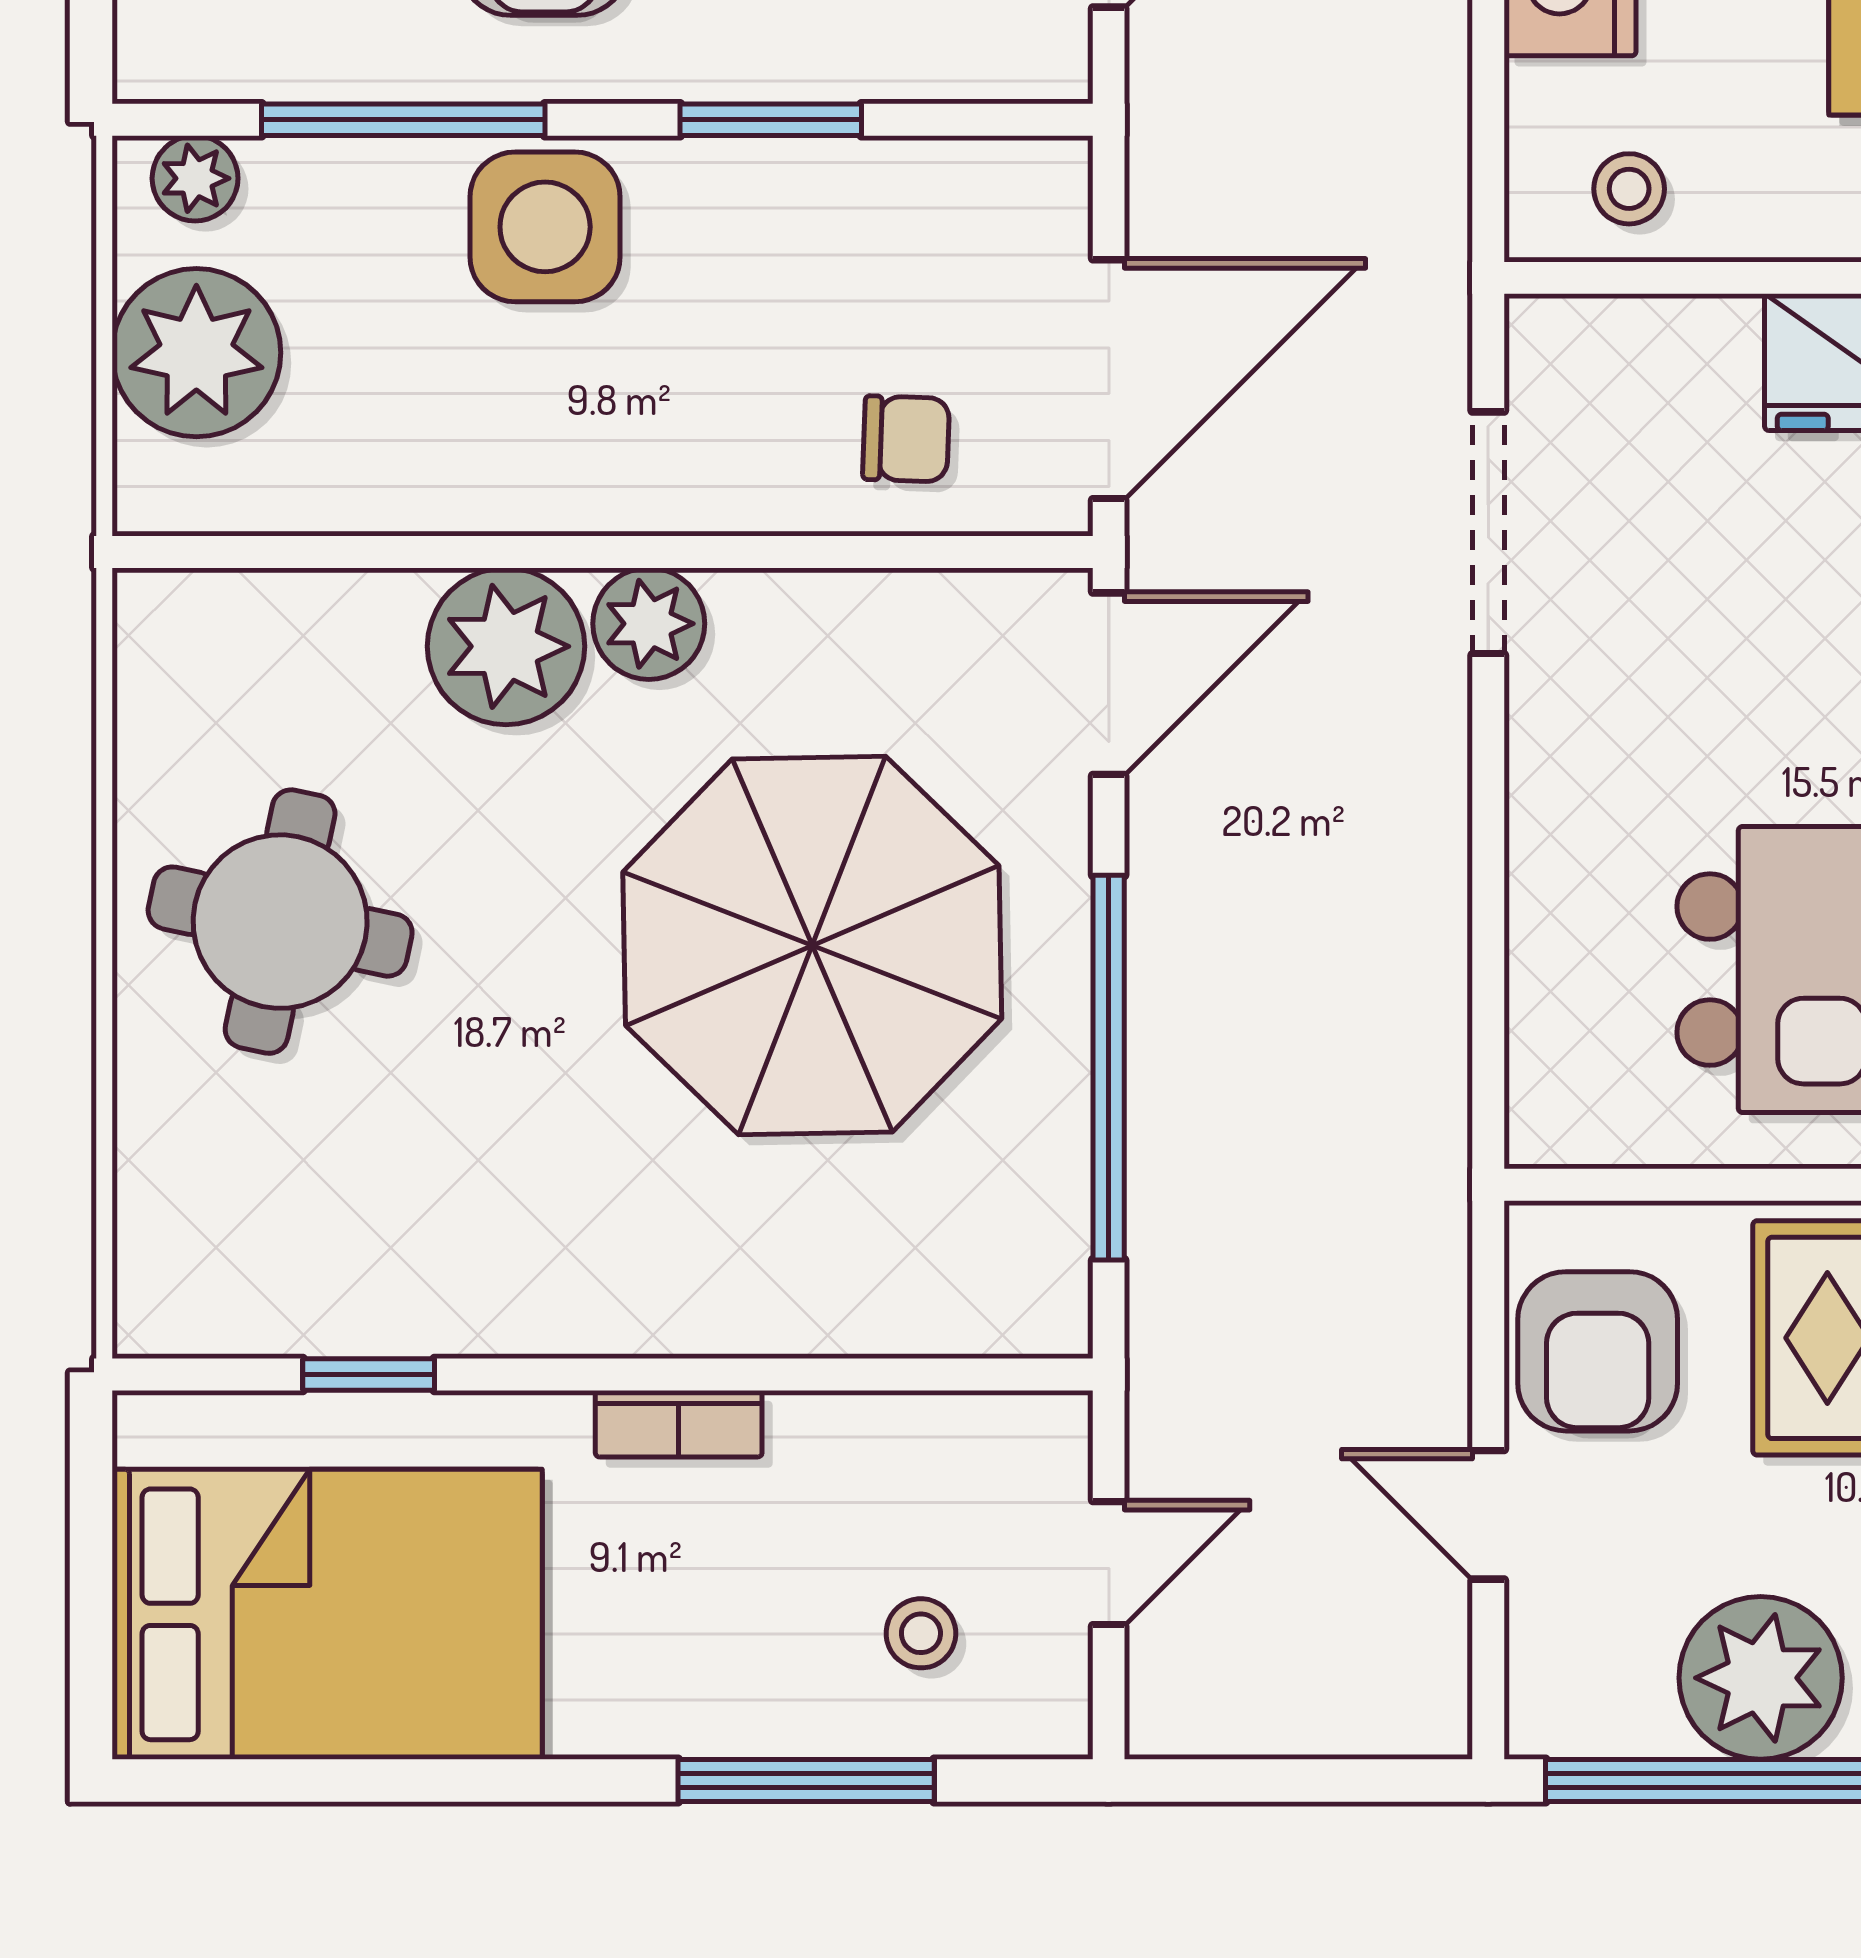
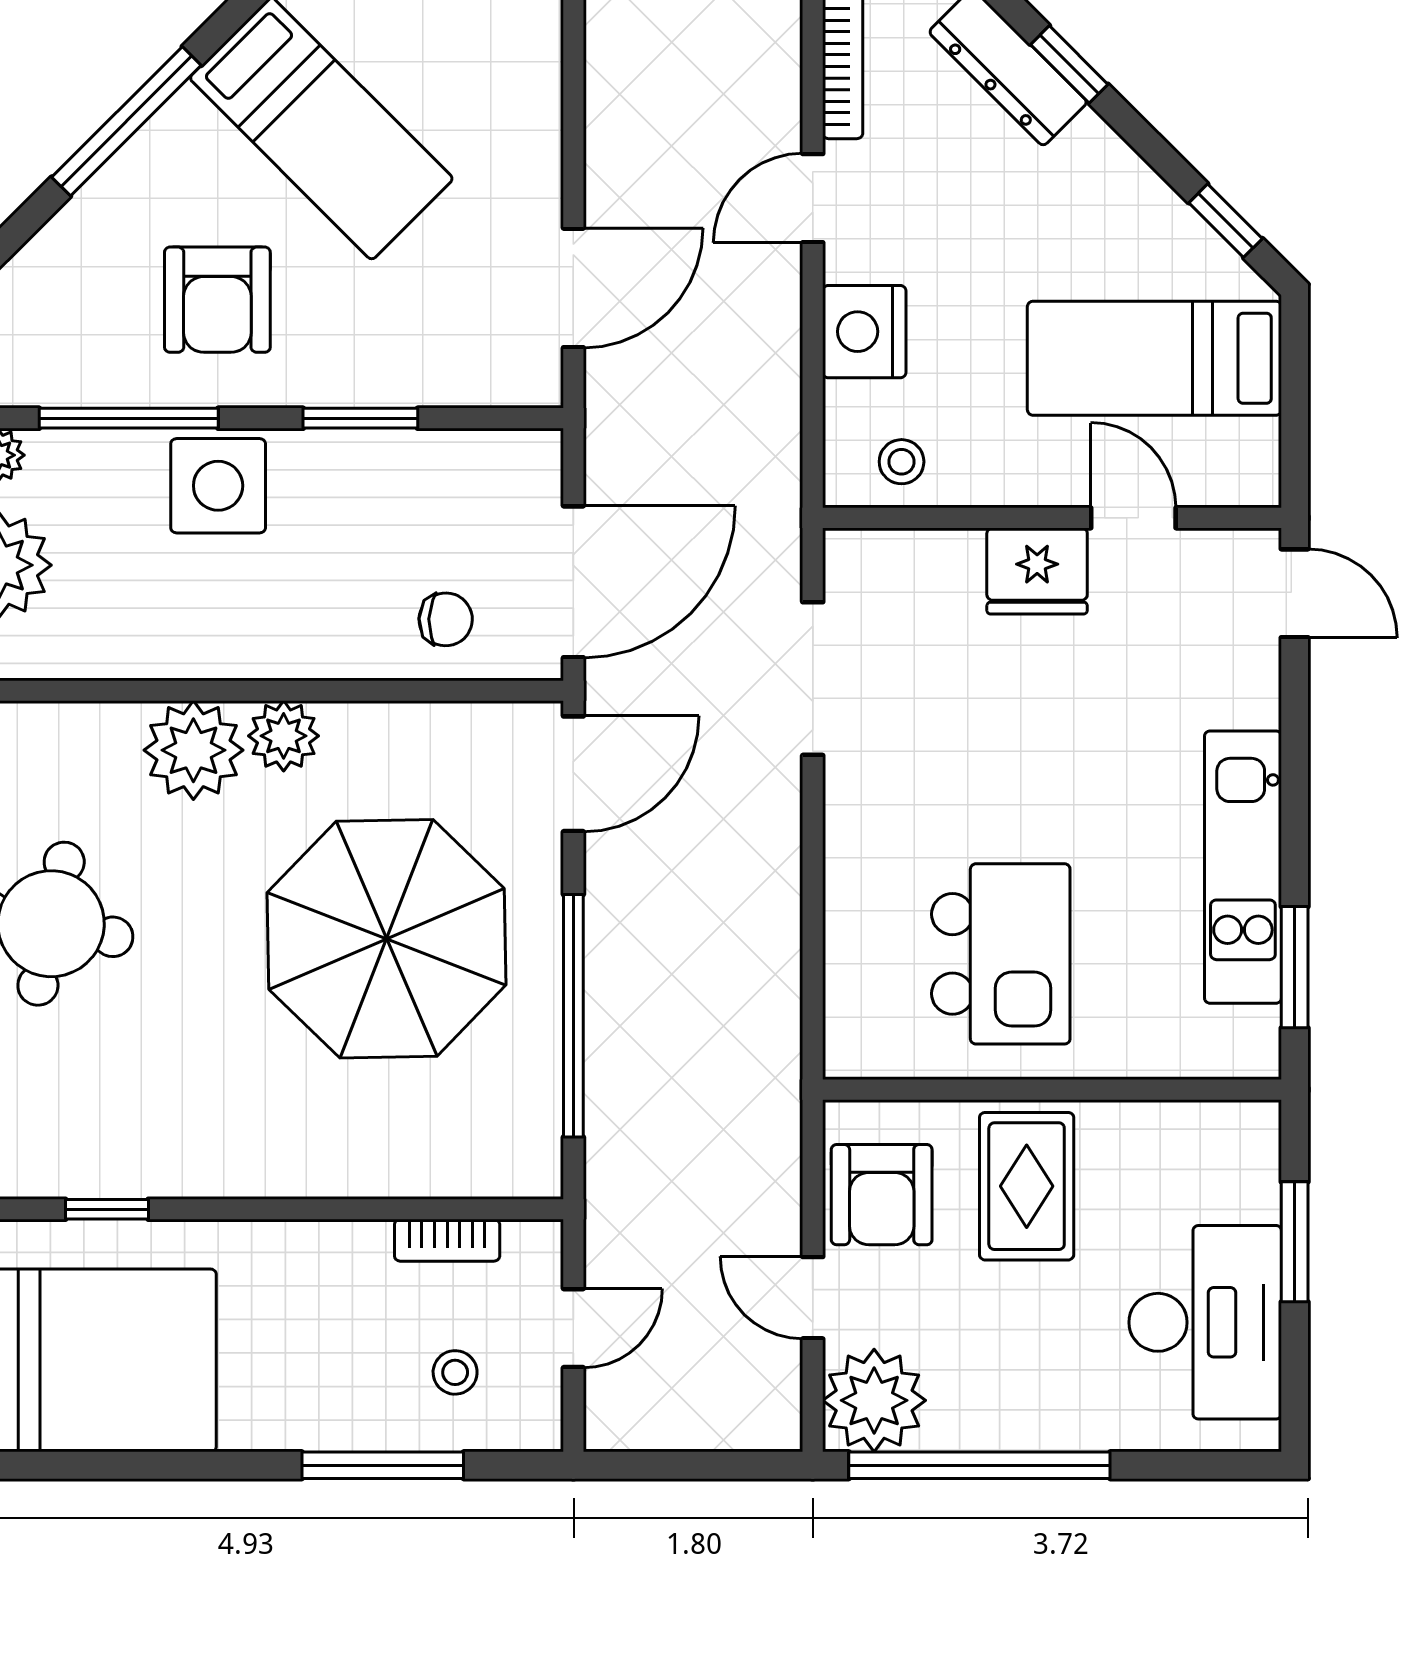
bookcase: (679, 1424) -> (447, 1240), moved
plant: (1761, 1678) -> (874, 1400), moved

